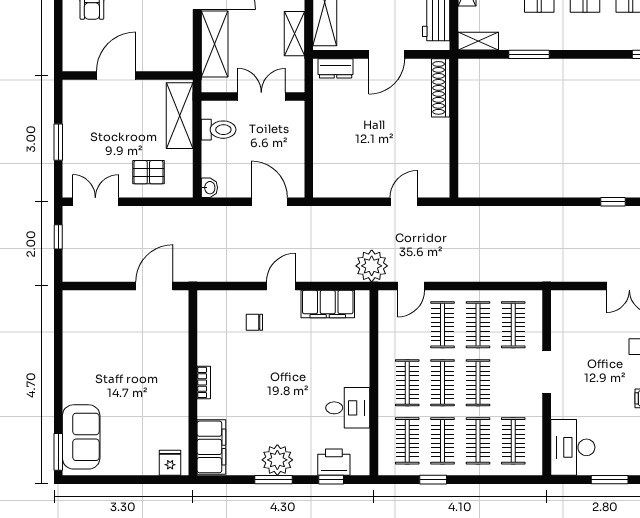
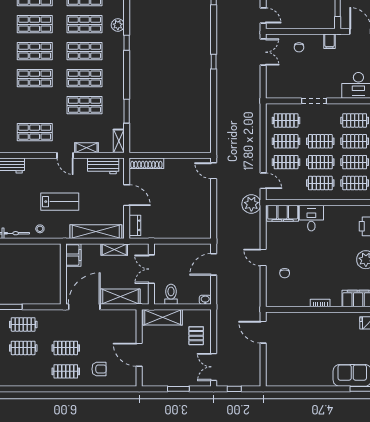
door: (404, 202) -> (214, 171), moved
filing cabinet: (328, 304) -> (283, 213), moved, turned 90
desk: (348, 408) -> (311, 218), moved

